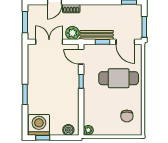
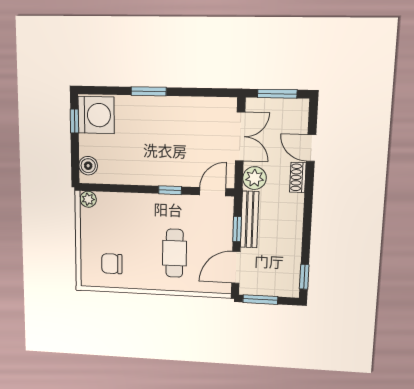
cafe table: (119, 78) -> (175, 253), width x0.73, depth x0.74

